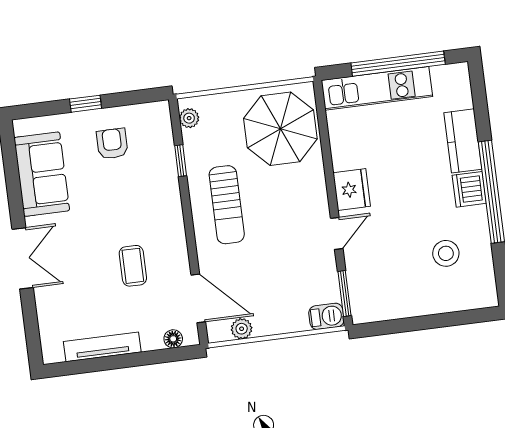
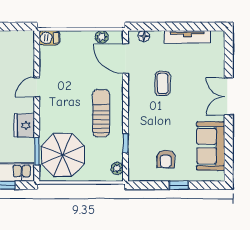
fridge: (352, 189) -> (24, 125), moved
window: (344, 294) -> (37, 151), moved

